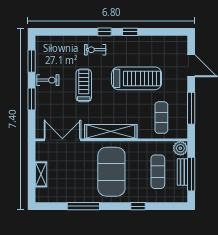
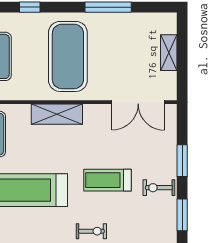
treadmill: (84, 85) -> (108, 180), turned 90
shelving: (111, 131) -> (57, 114), width x0.68

